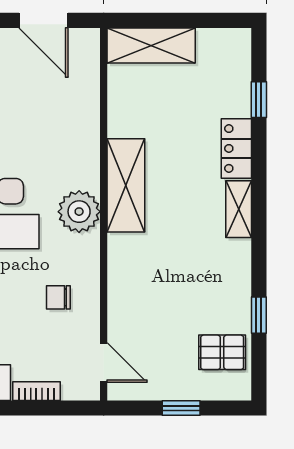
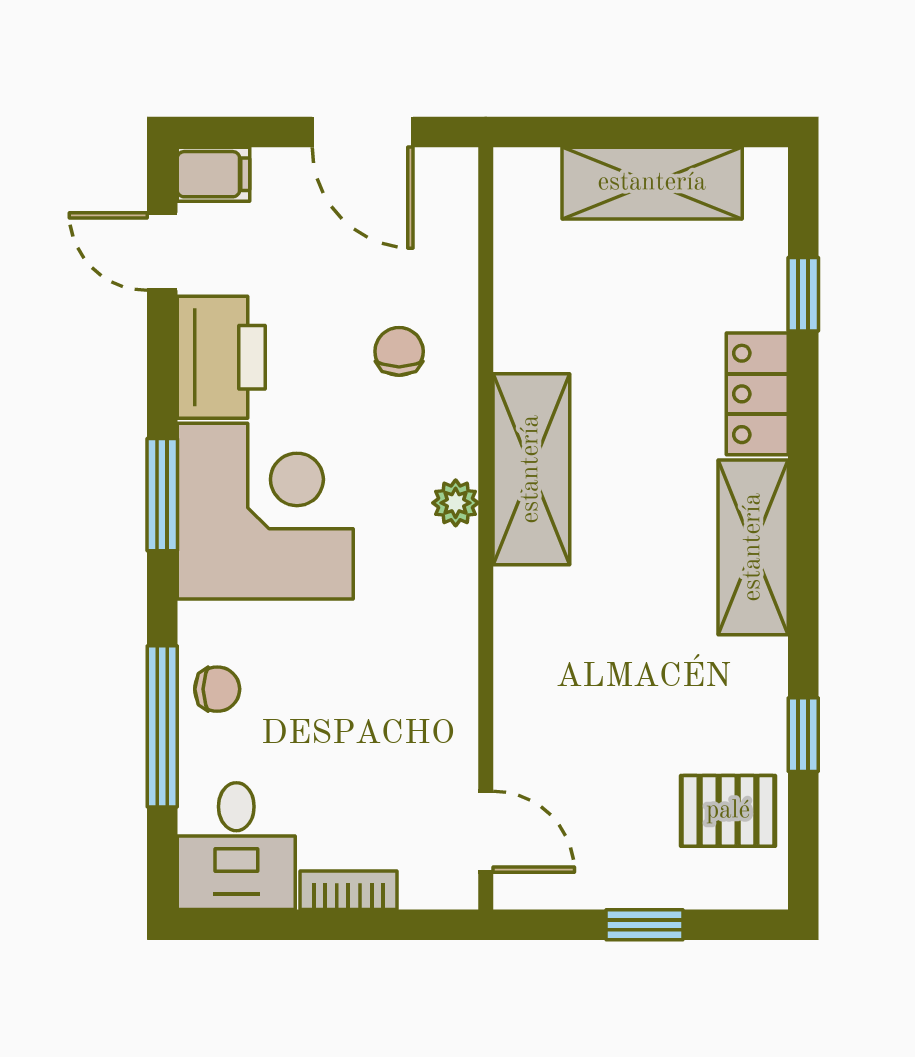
shelving: (151, 45) -> (652, 183), moved
shelving: (239, 209) -> (753, 547), width x1.50, depth x1.33
plant: (79, 212) -> (456, 503), width x0.53, depth x0.53
chair: (58, 297) -> (399, 351), moved, turned 90

